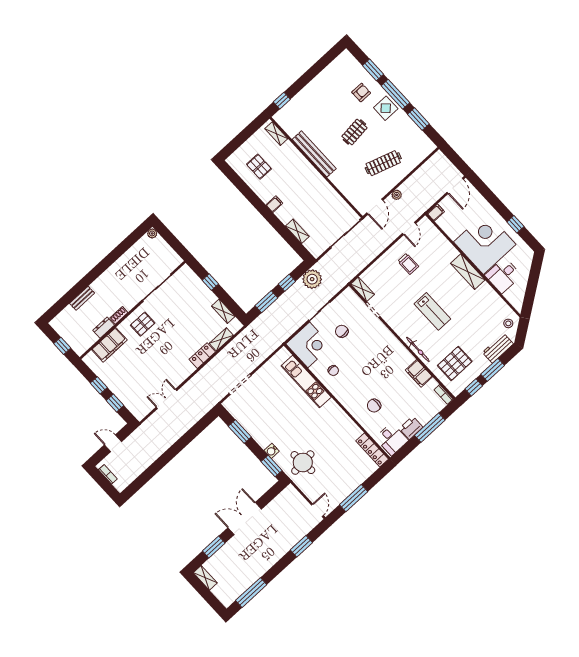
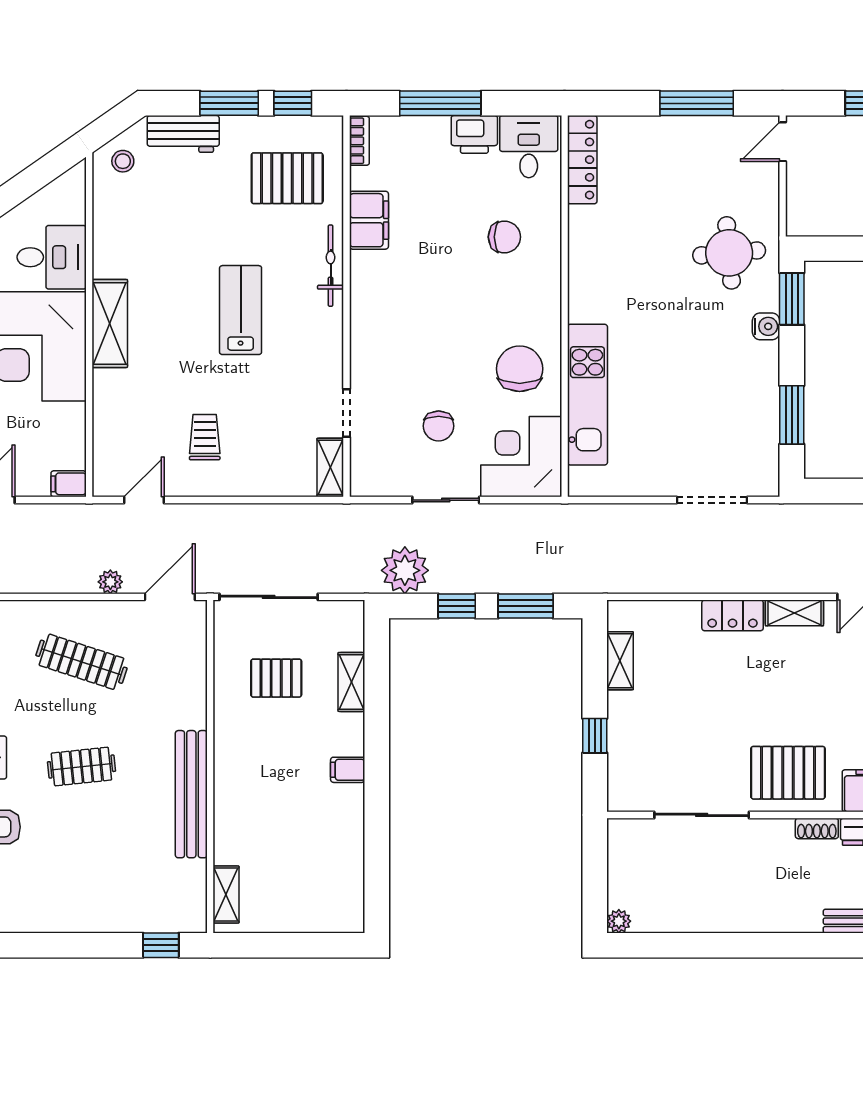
pallet: (259, 167) -> (276, 678), moved, turned 90
pallet: (143, 324) -> (788, 773), width x1.50, depth x1.42
shelving: (221, 339) -> (794, 613), moved
chair: (333, 371) -> (520, 369), width x1.87, depth x1.87

